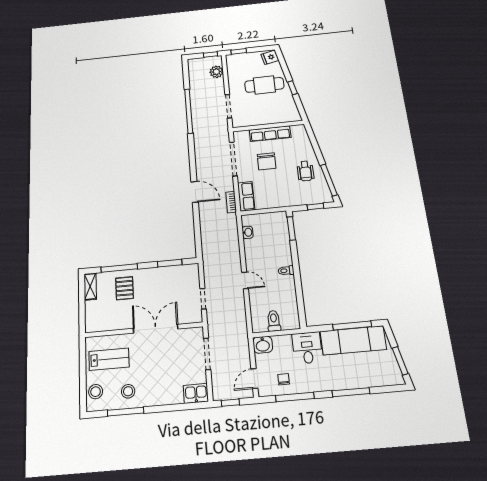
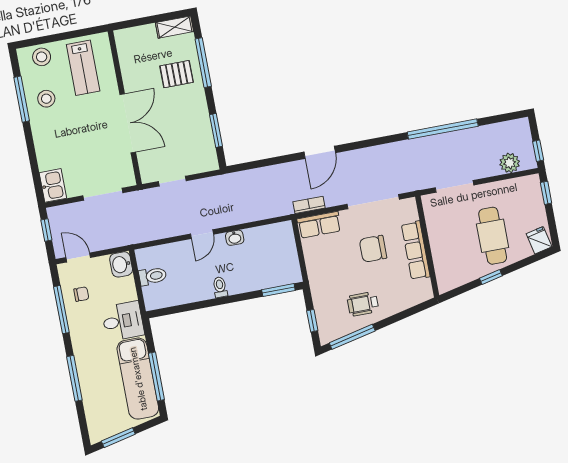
washbasin: (248, 232) -> (235, 238), moved

